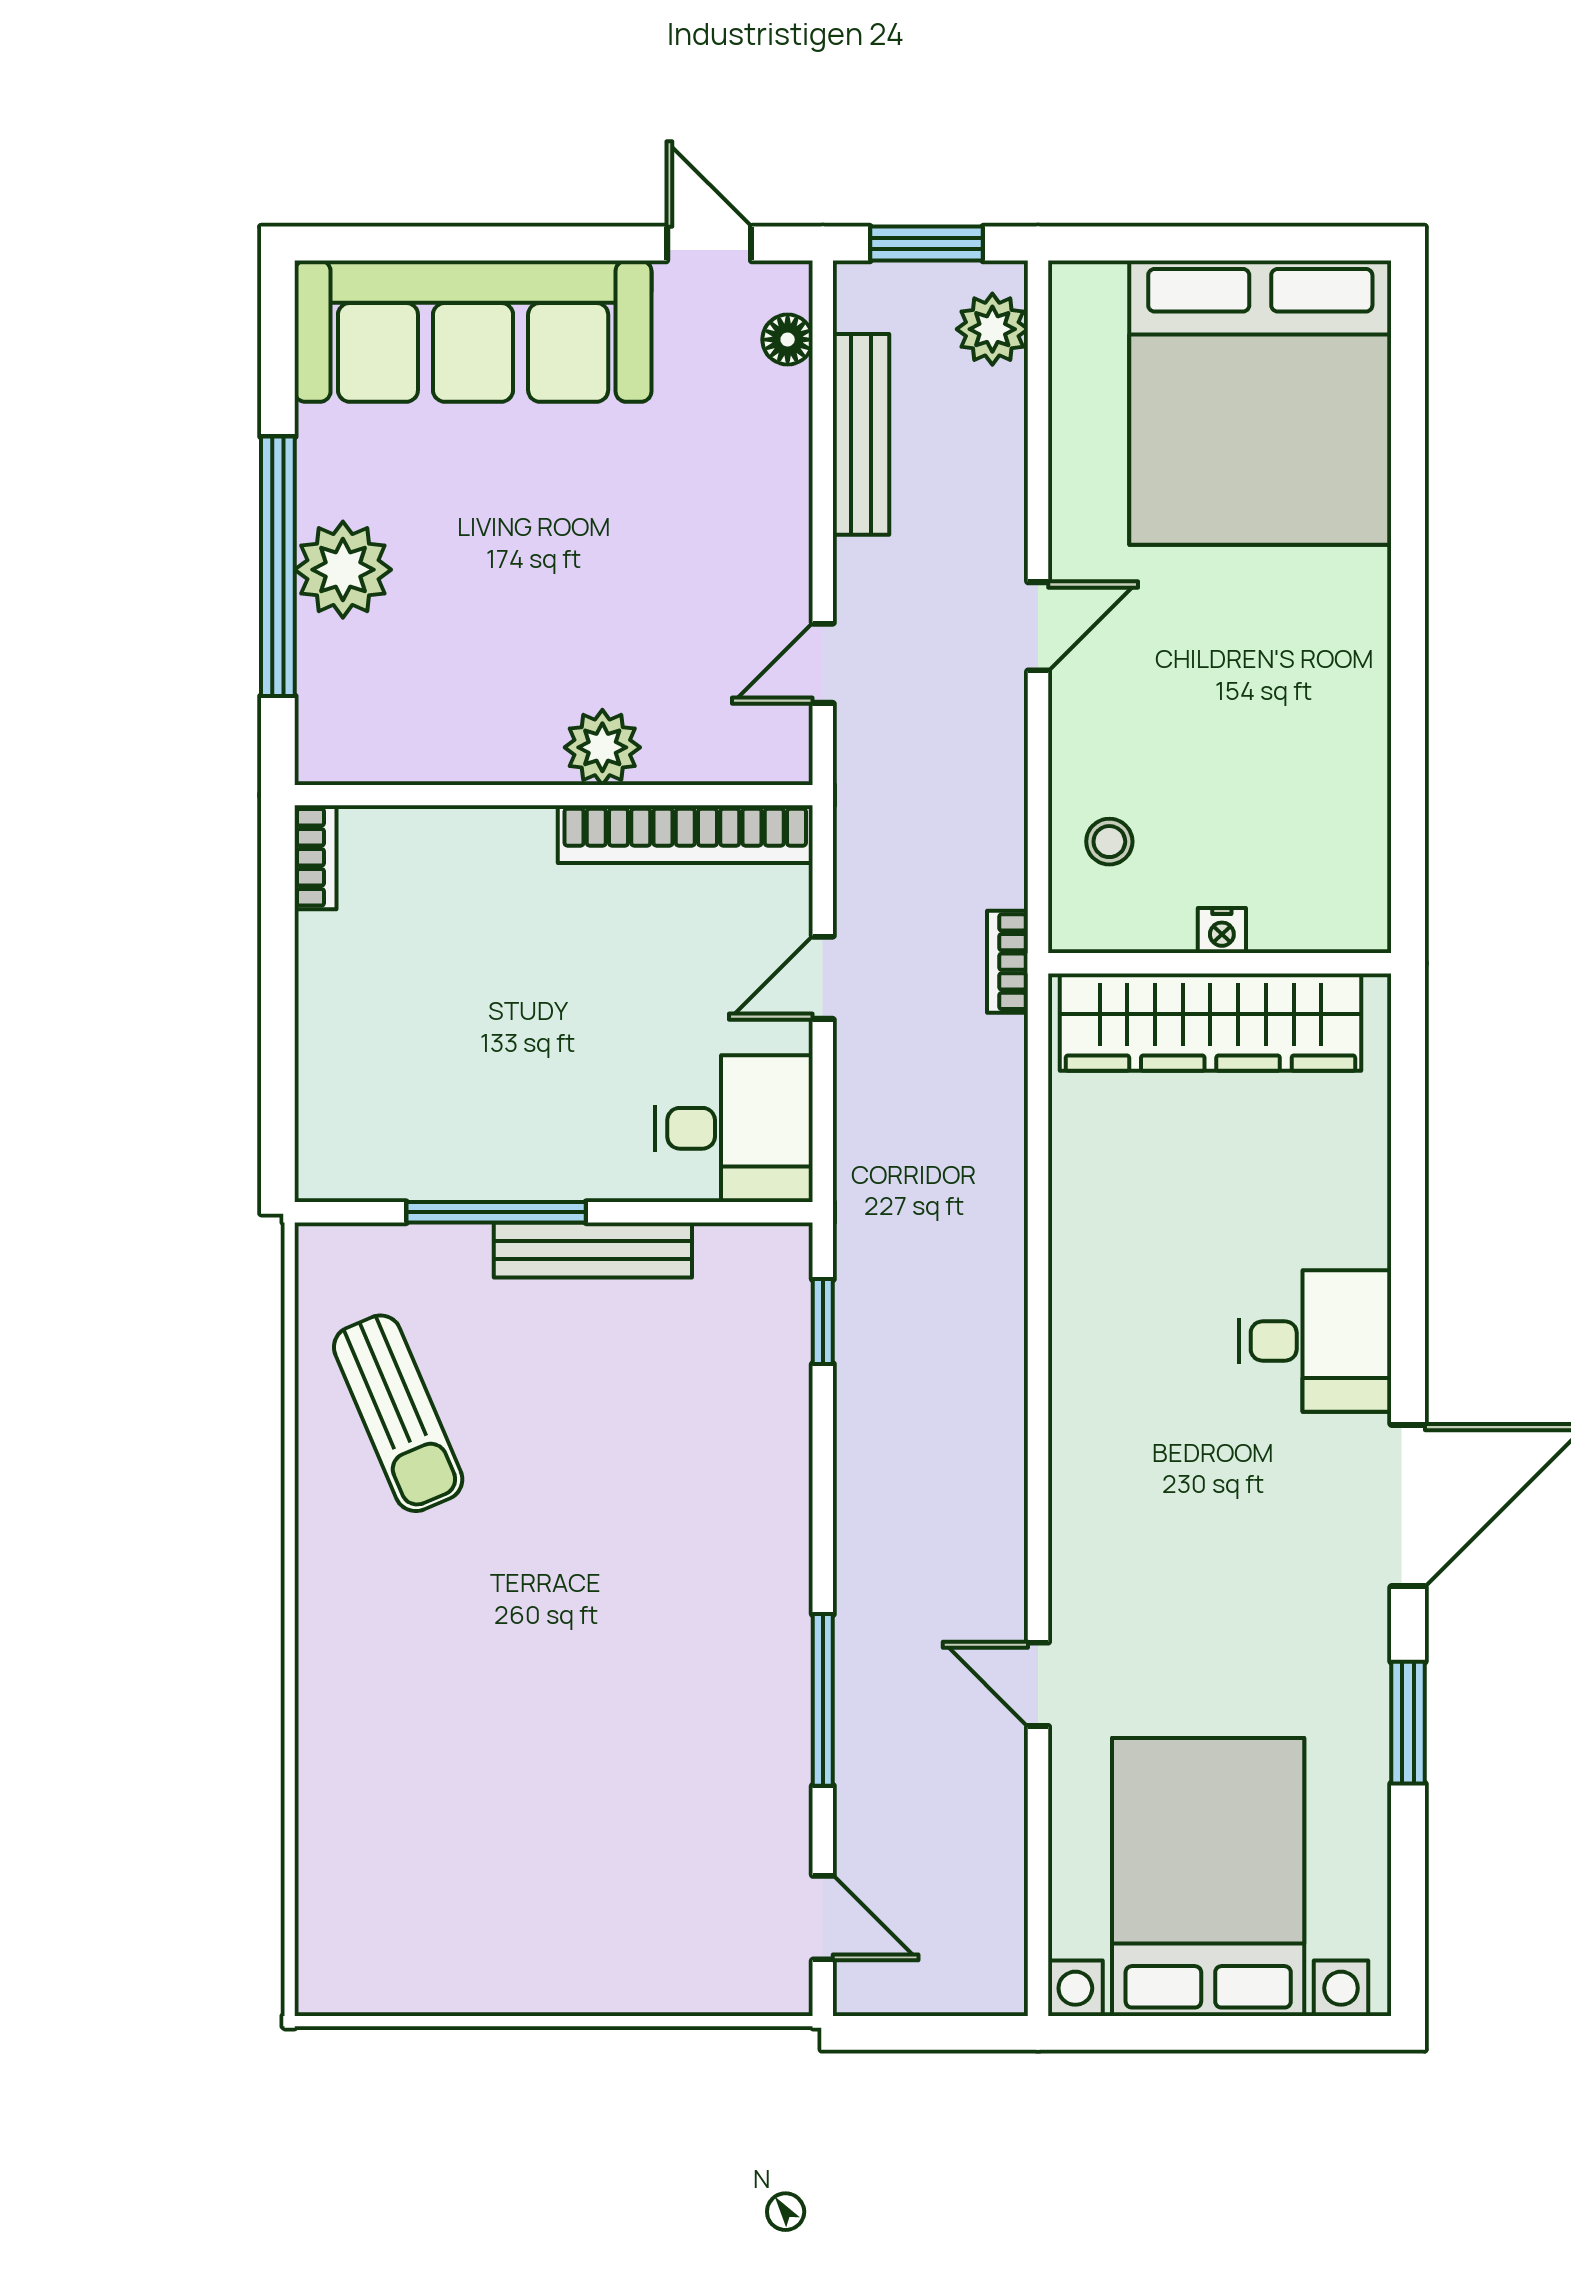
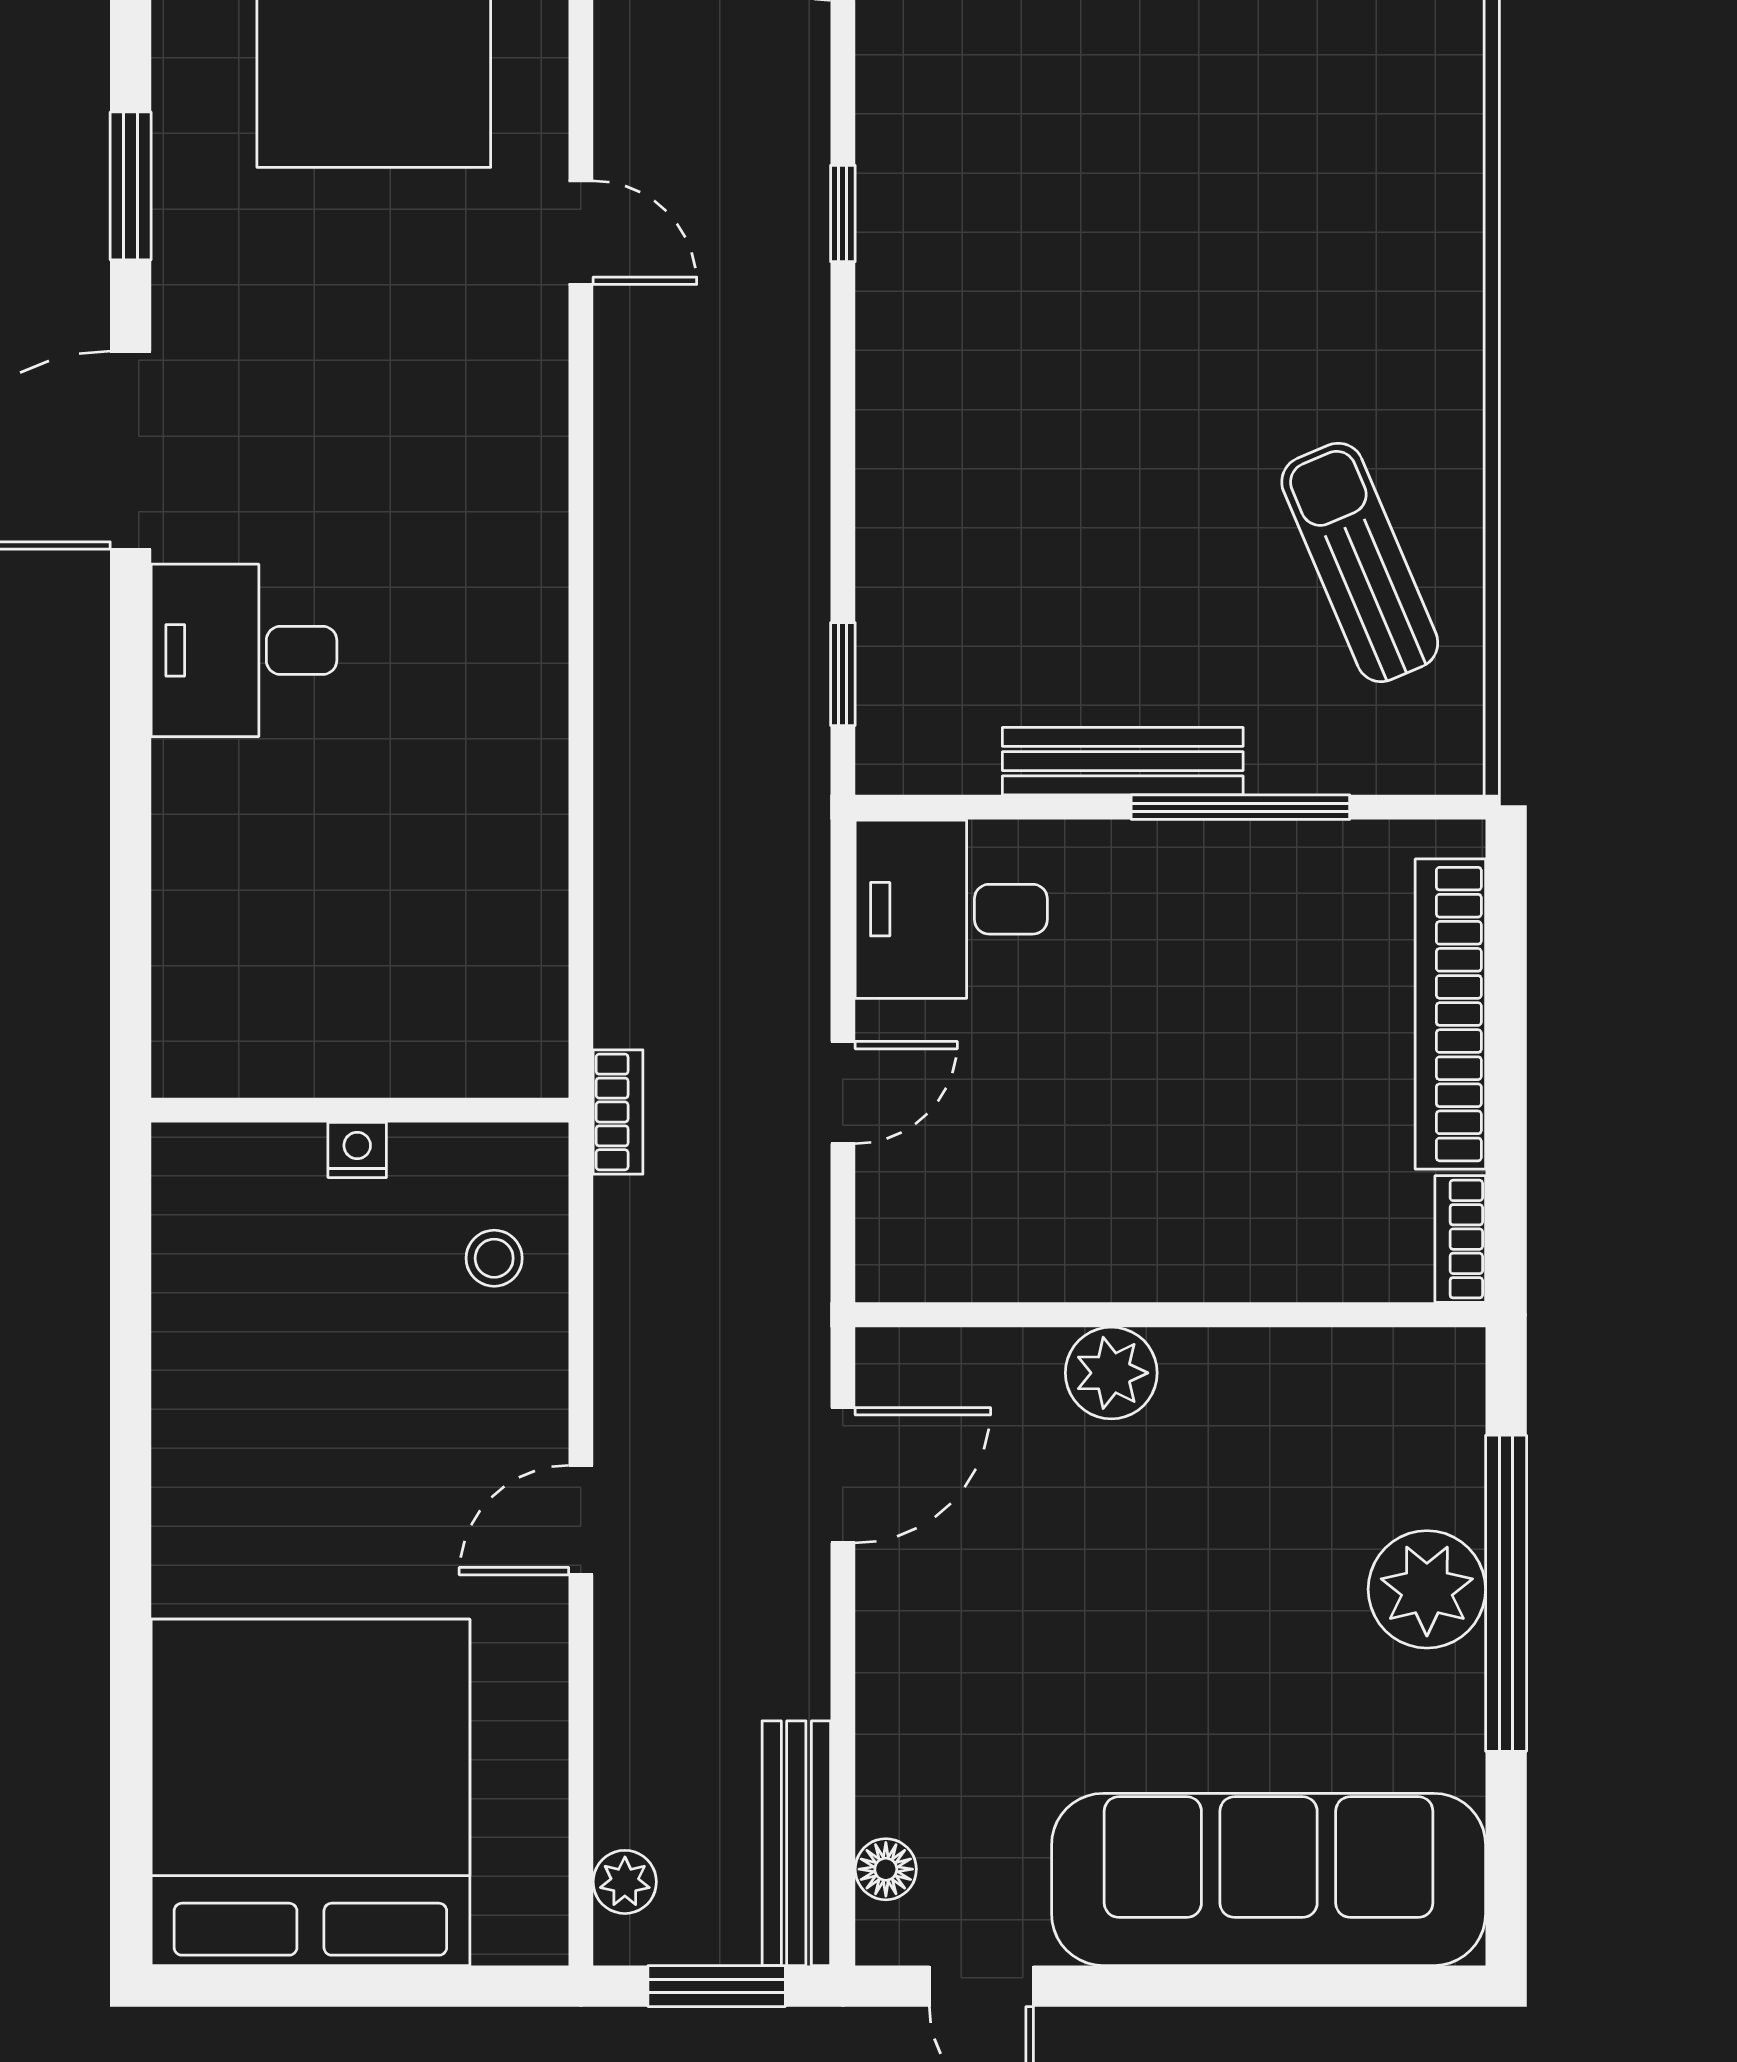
plant: (992, 329) -> (625, 1882), width x0.73, depth x0.73
bench: (861, 434) -> (796, 1843), moved
door: (823, 663) -> (843, 1475), width x1.38
bookcase: (685, 834) -> (1450, 1014), moved, turned -90
wardrobe: (1210, 1022) -> (371, 1038), removed
window: (823, 1700) -> (843, 214), width x0.46

